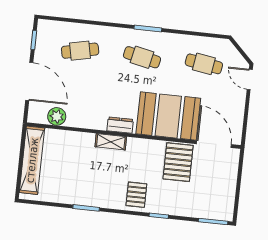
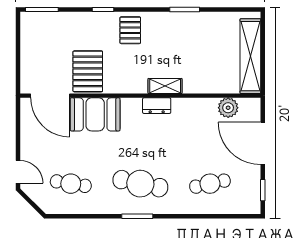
cafe table: (142, 57) -> (140, 184), width x1.37, depth x1.35
booth: (168, 116) -> (95, 114), width x0.73, depth x0.70

